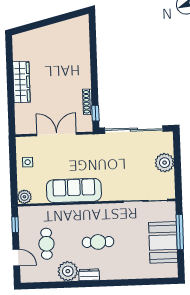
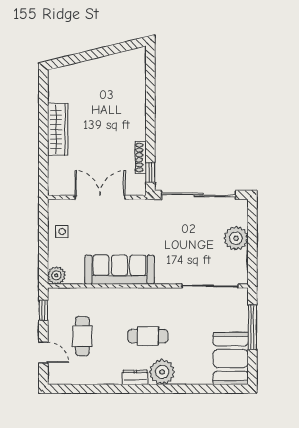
booth: (163, 242) -> (231, 359), moved
plant: (68, 271) -> (162, 372), moved

